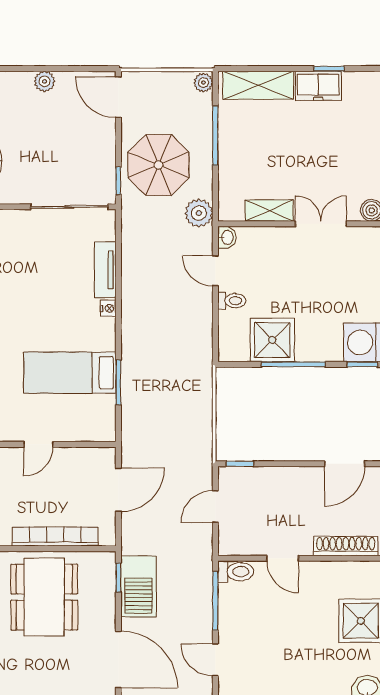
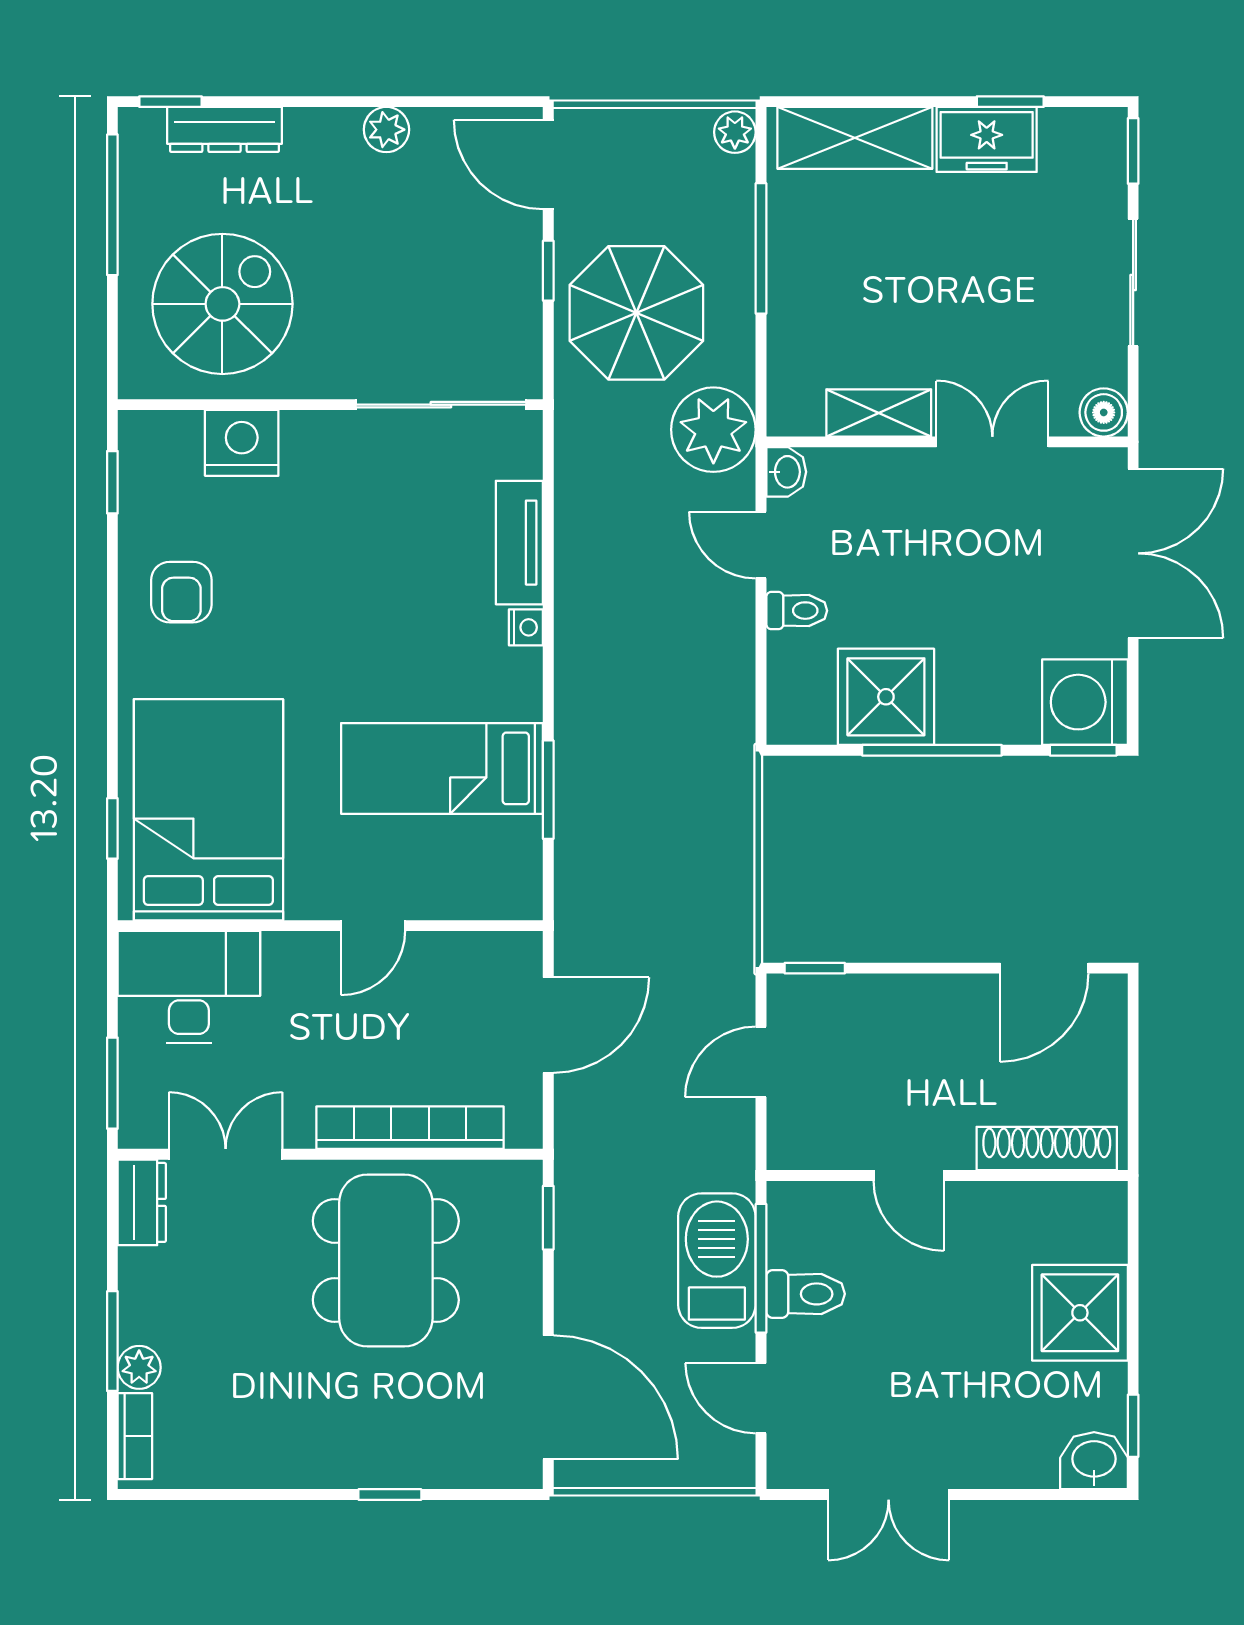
window: (118, 181) -> (548, 271), moved
plant: (199, 213) -> (713, 430), width x1.36, depth x1.36
toilet: (236, 572) -> (806, 1294), moved
barbecue: (138, 586) -> (717, 1261), moved, turned 180

